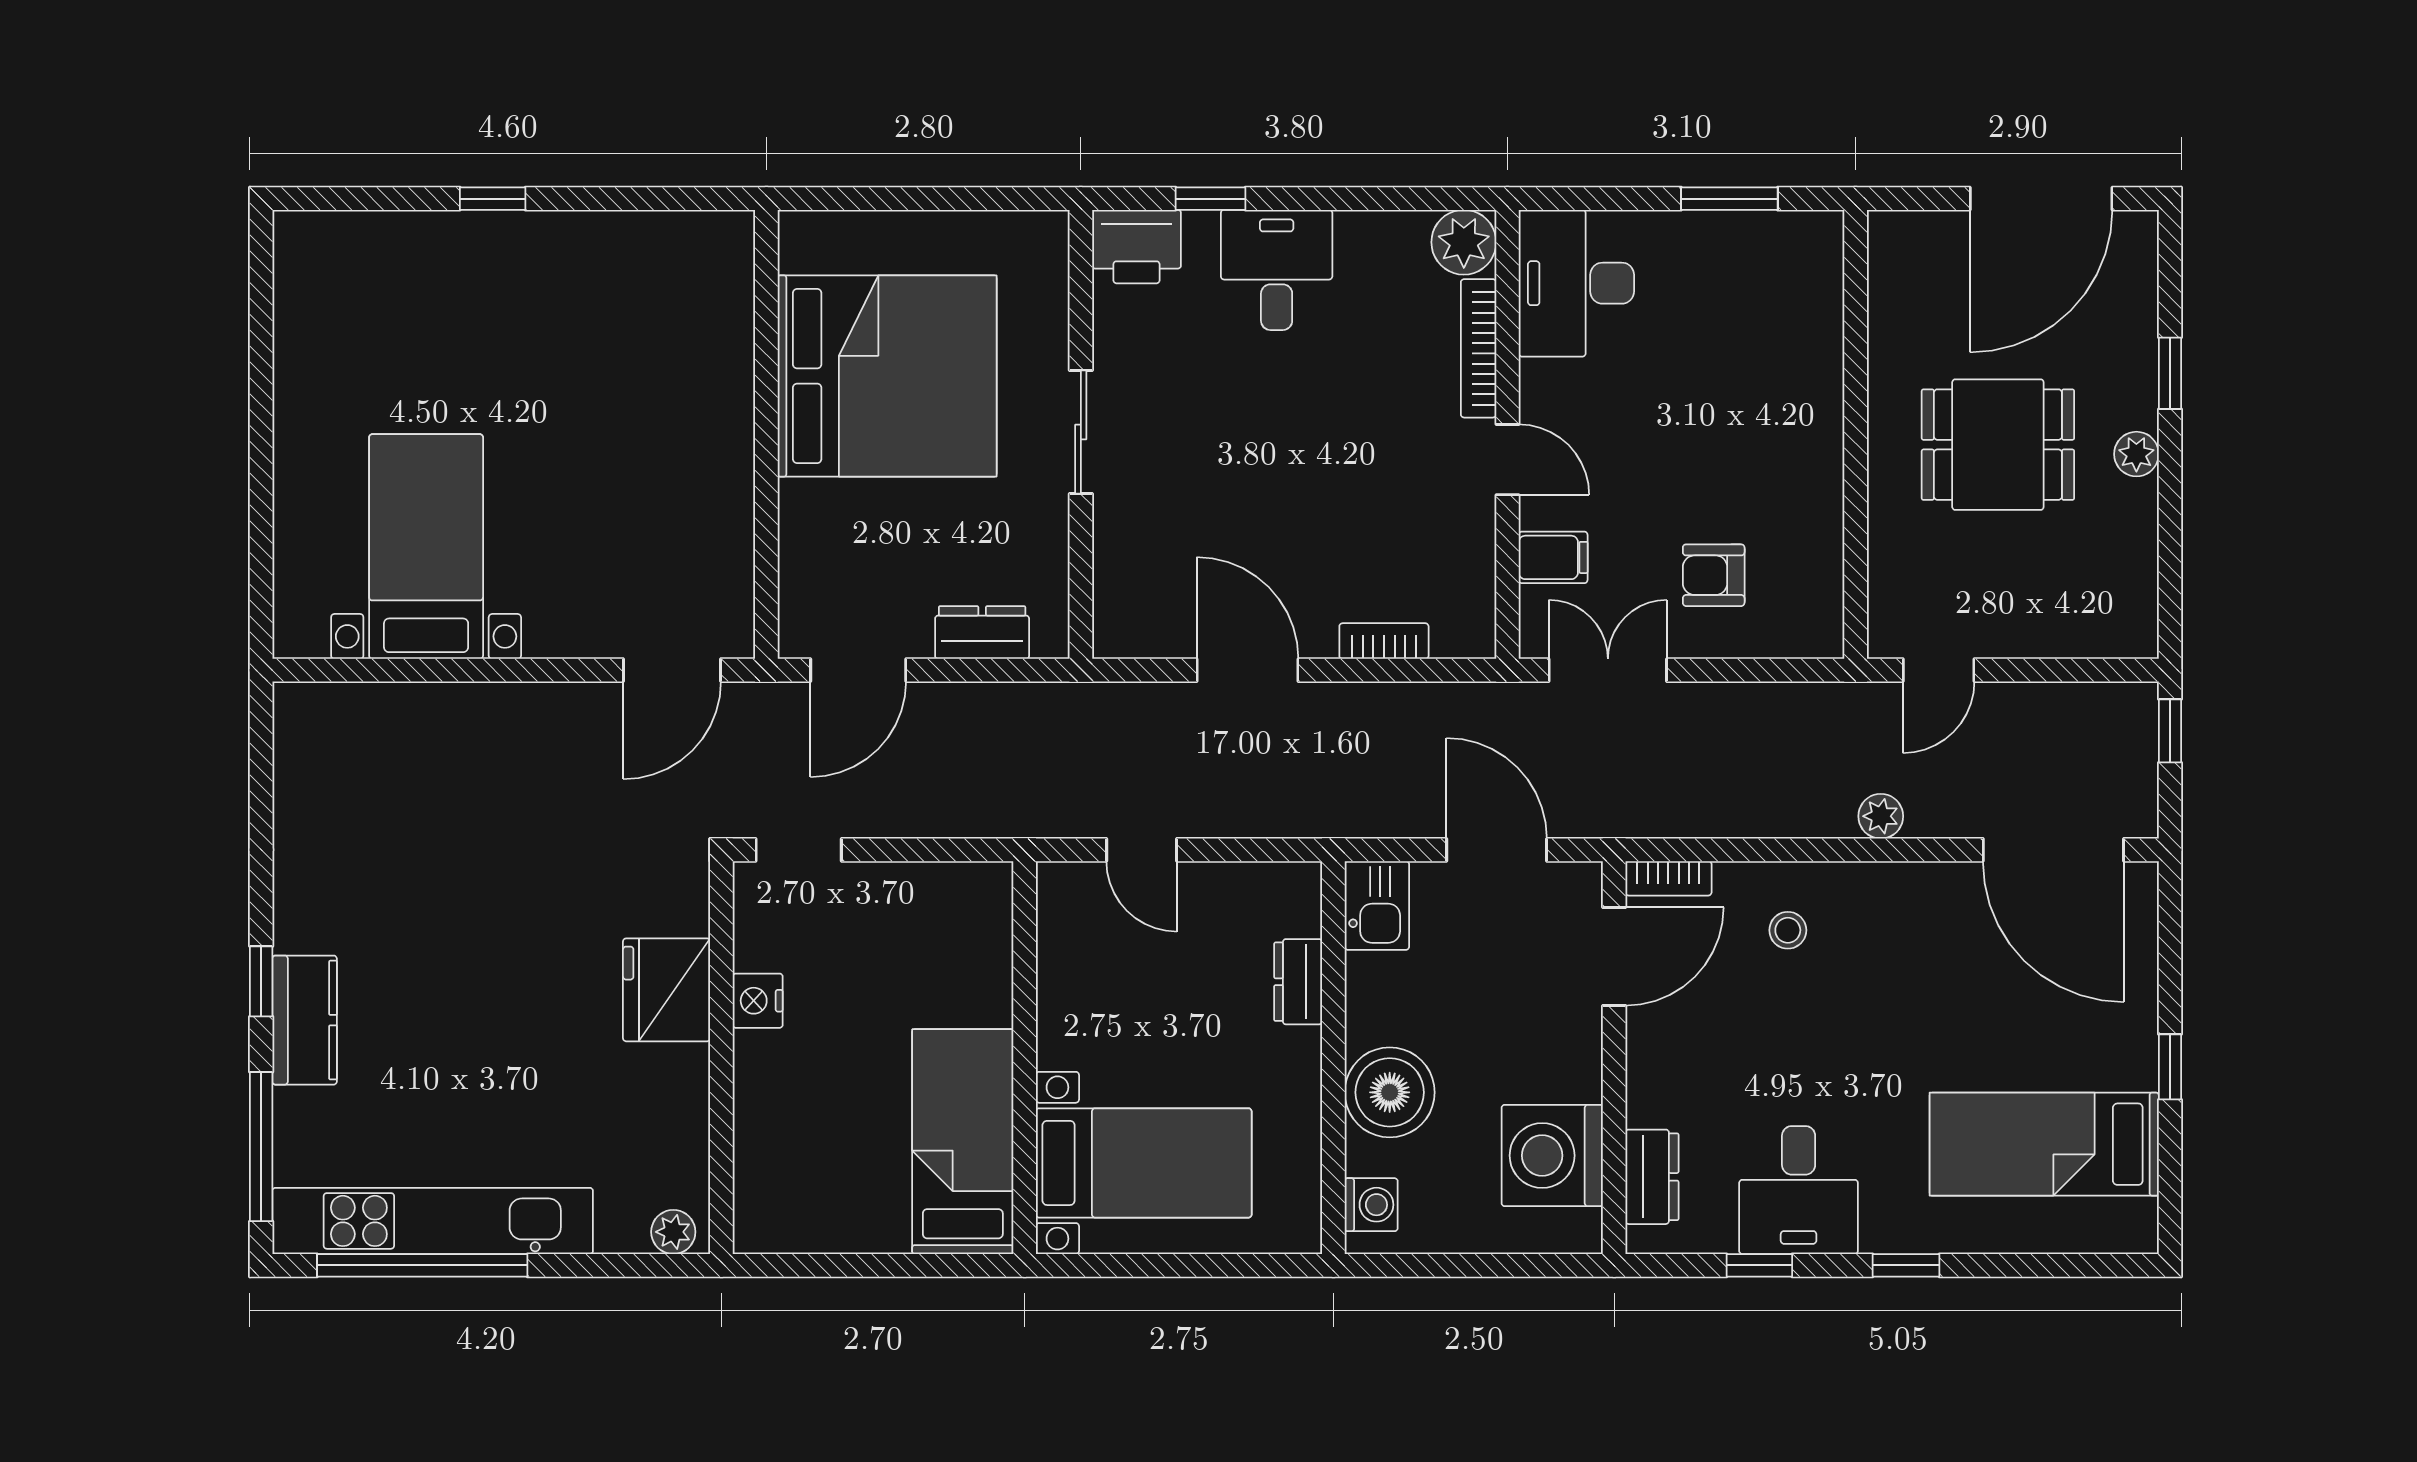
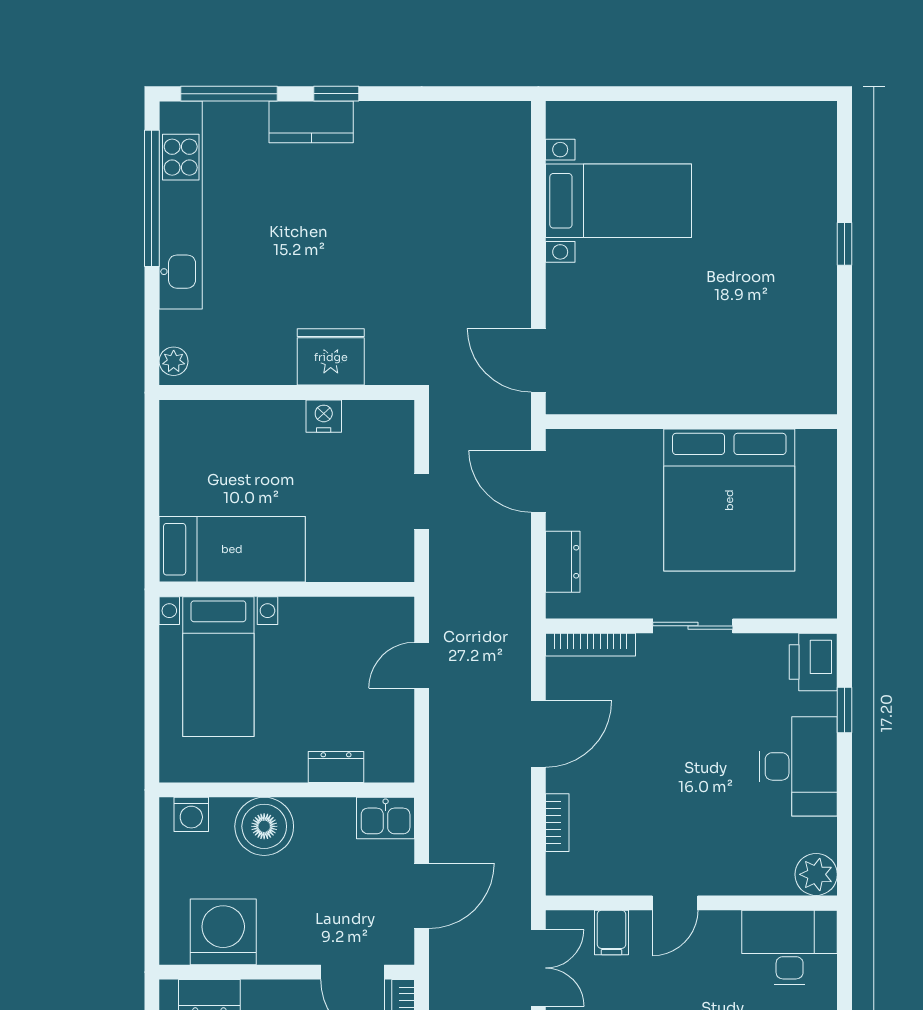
desk: (1277, 270) -> (798, 766), width x1.37
bookcase: (1479, 348) -> (590, 645), moved, turned 180
doorway: (799, 850) -> (422, 501), moved

